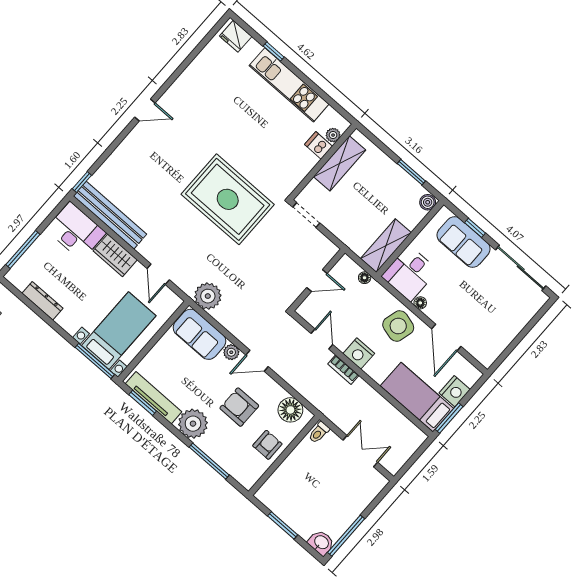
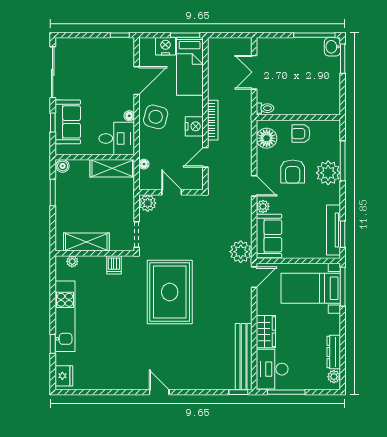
dishwasher: (319, 145) -> (114, 265), moved
window: (23, 249) -> (286, 392), moved
plant: (326, 250) -> (148, 203), added
door: (158, 274) -> (254, 277), moved
plant: (20, 281) -> (334, 377), added
window: (501, 359) -> (120, 35), added
bookcase: (343, 370) -> (213, 120), width x1.56
plant: (193, 424) -> (328, 173), moved
window: (283, 525) -> (343, 59), moved

